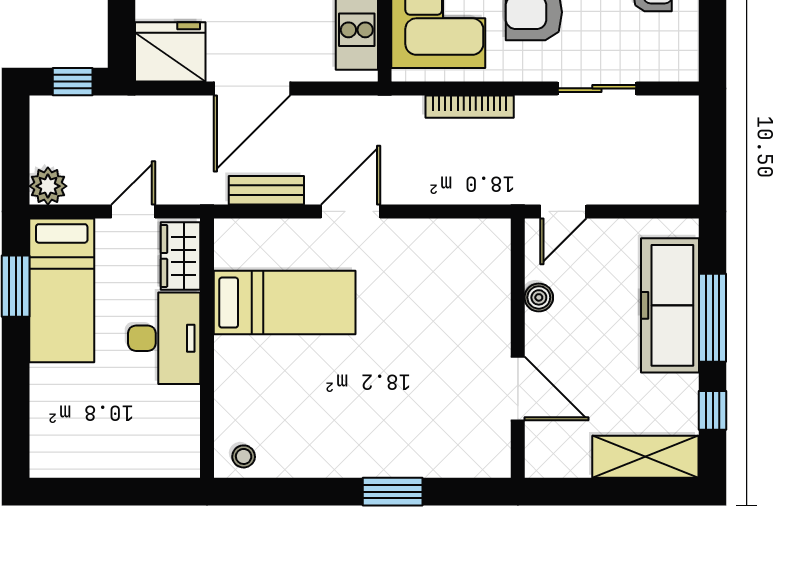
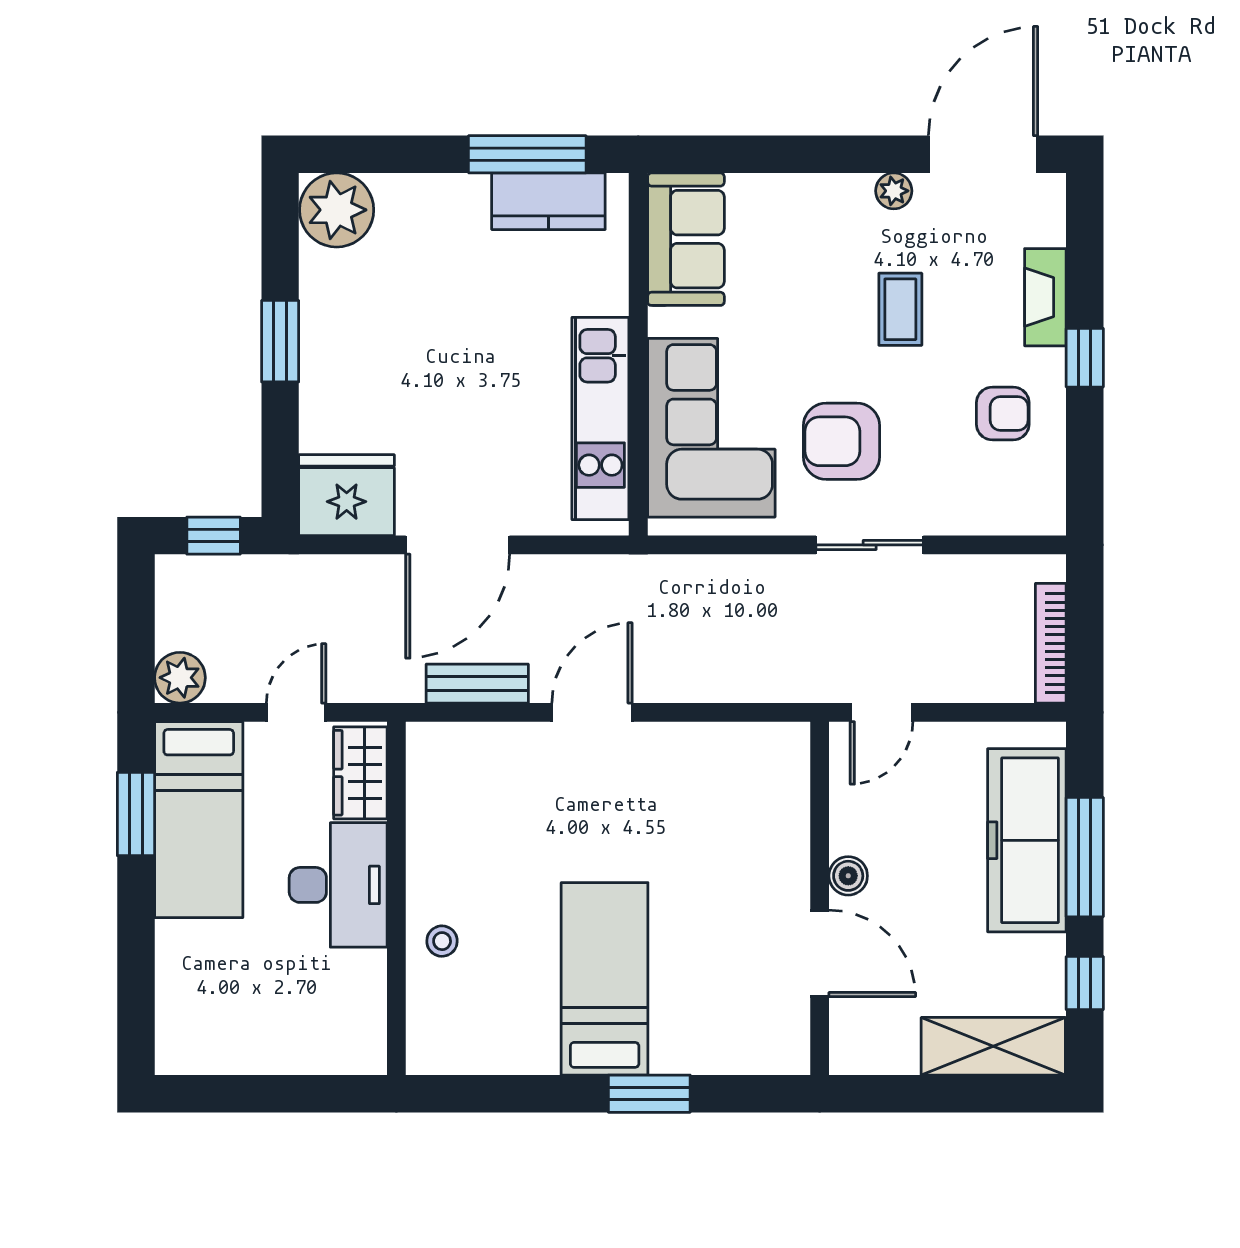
sliding door: (597, 88) -> (870, 545), moved
bookcase: (470, 107) -> (1051, 643), moved, turned 90
boiler: (539, 297) -> (848, 876), moved
bed: (285, 303) -> (605, 979), moved, turned -90
stool: (244, 456) -> (442, 941), moved

